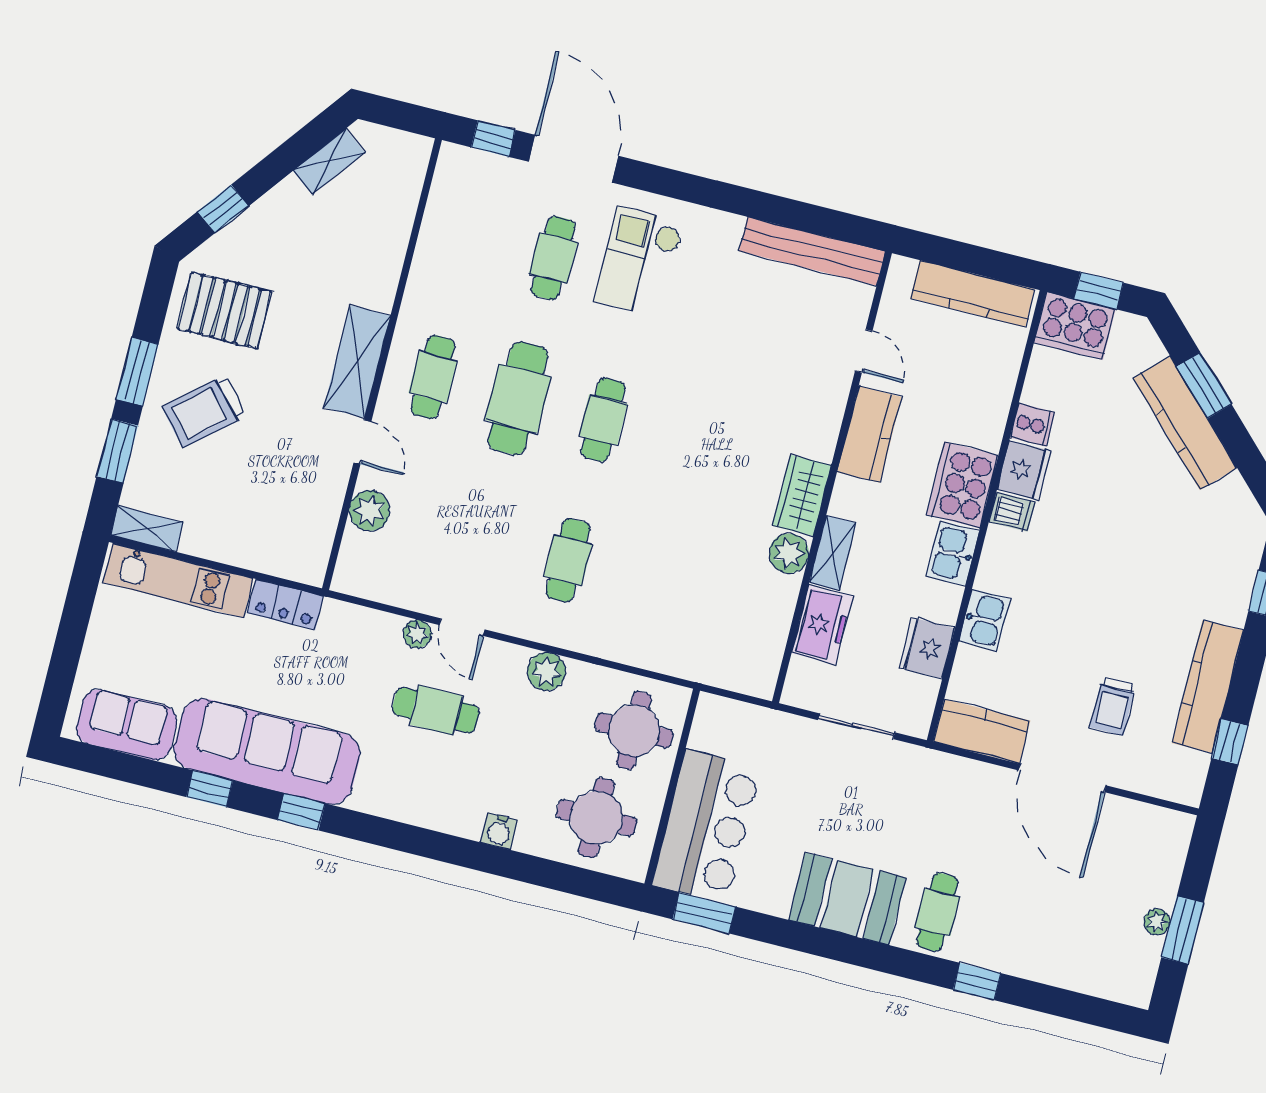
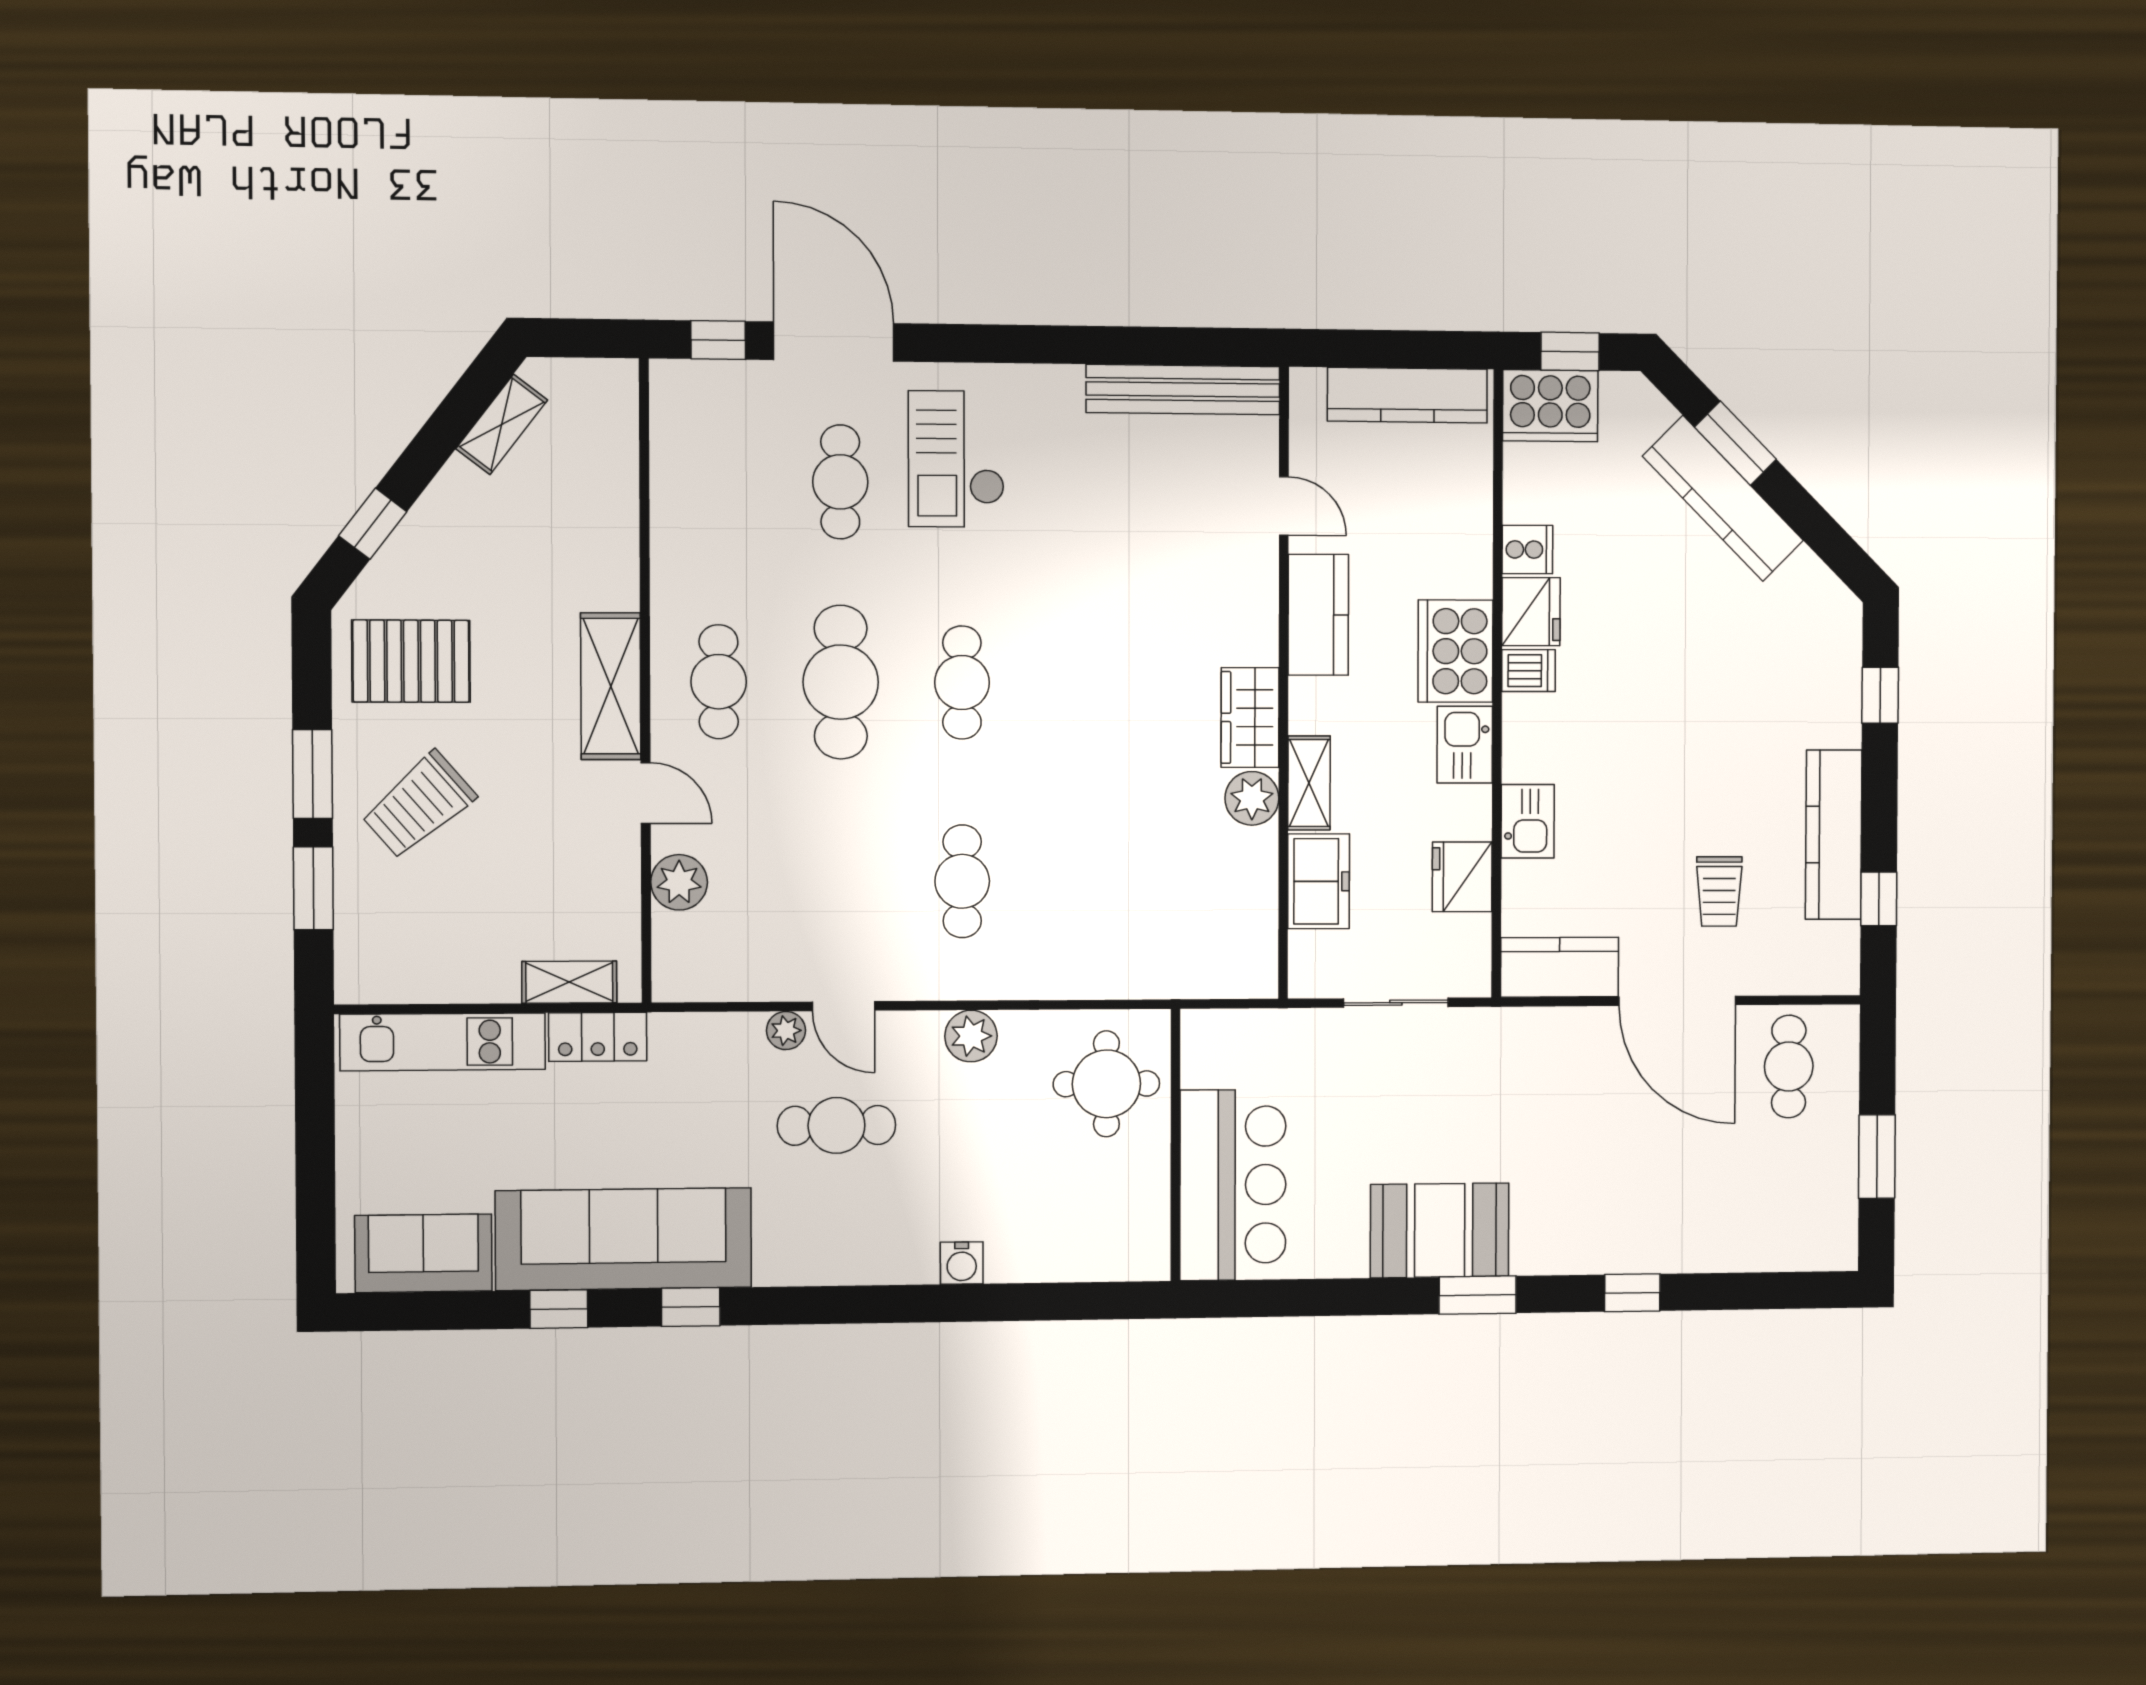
shelving: (147, 529) -> (569, 982), moved
round table: (596, 818) -> (1086, 1212), removed
cafe table: (937, 912) -> (1789, 1066), moved
window: (704, 913) -> (1478, 1295), moved
plant: (1157, 922) -> (1842, 1155), removed

